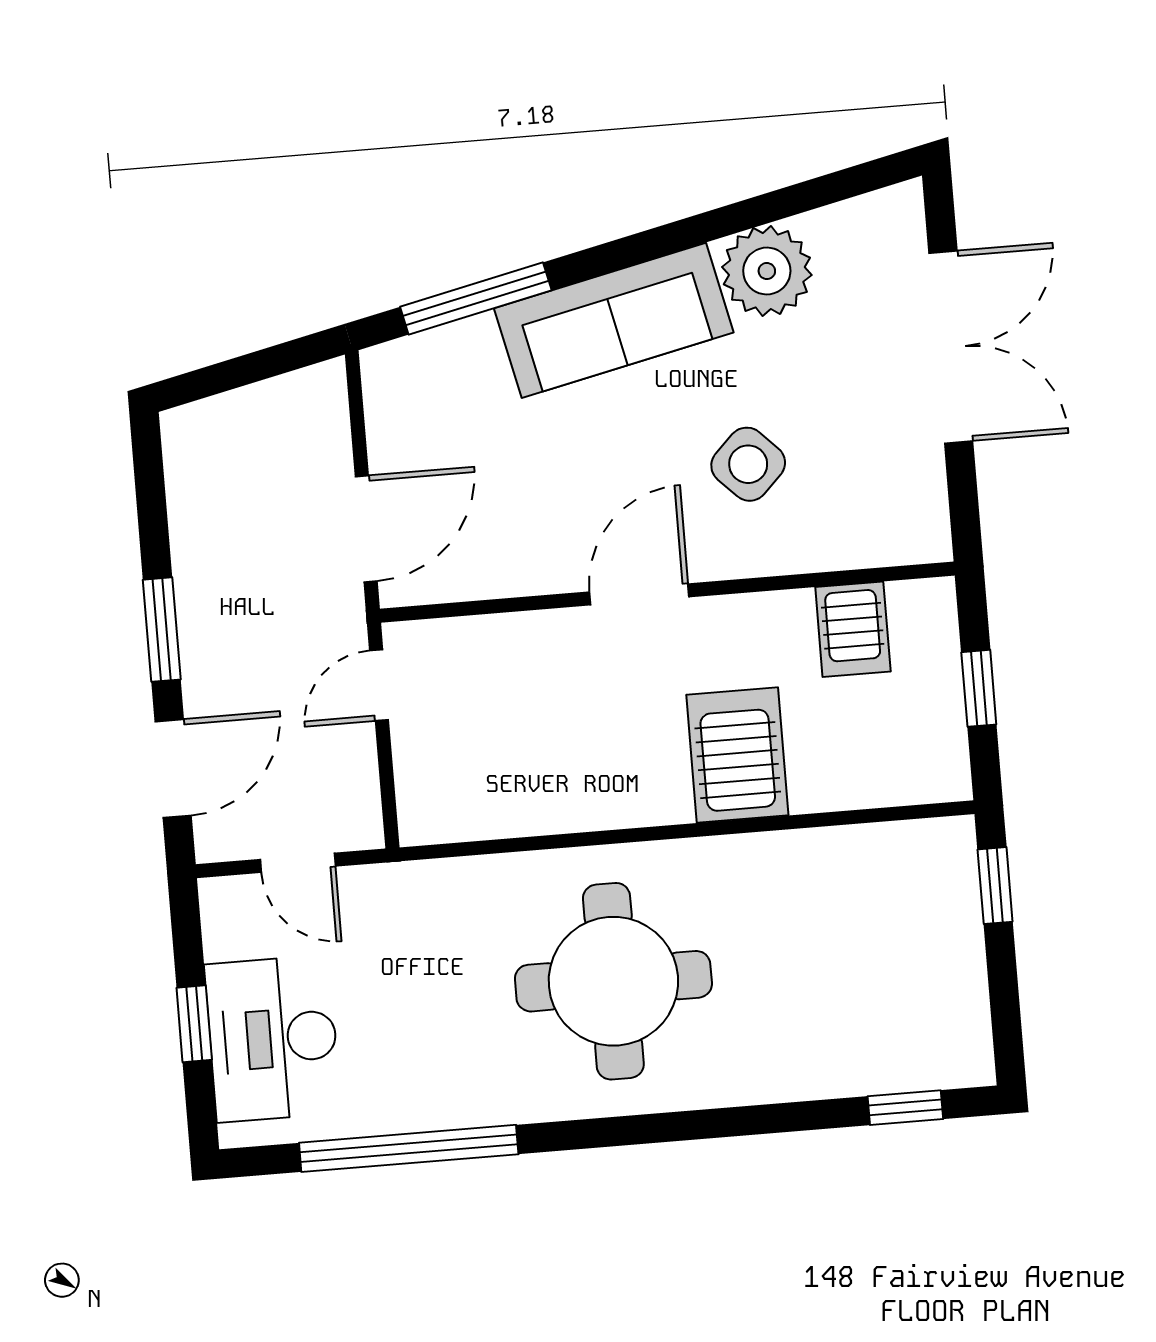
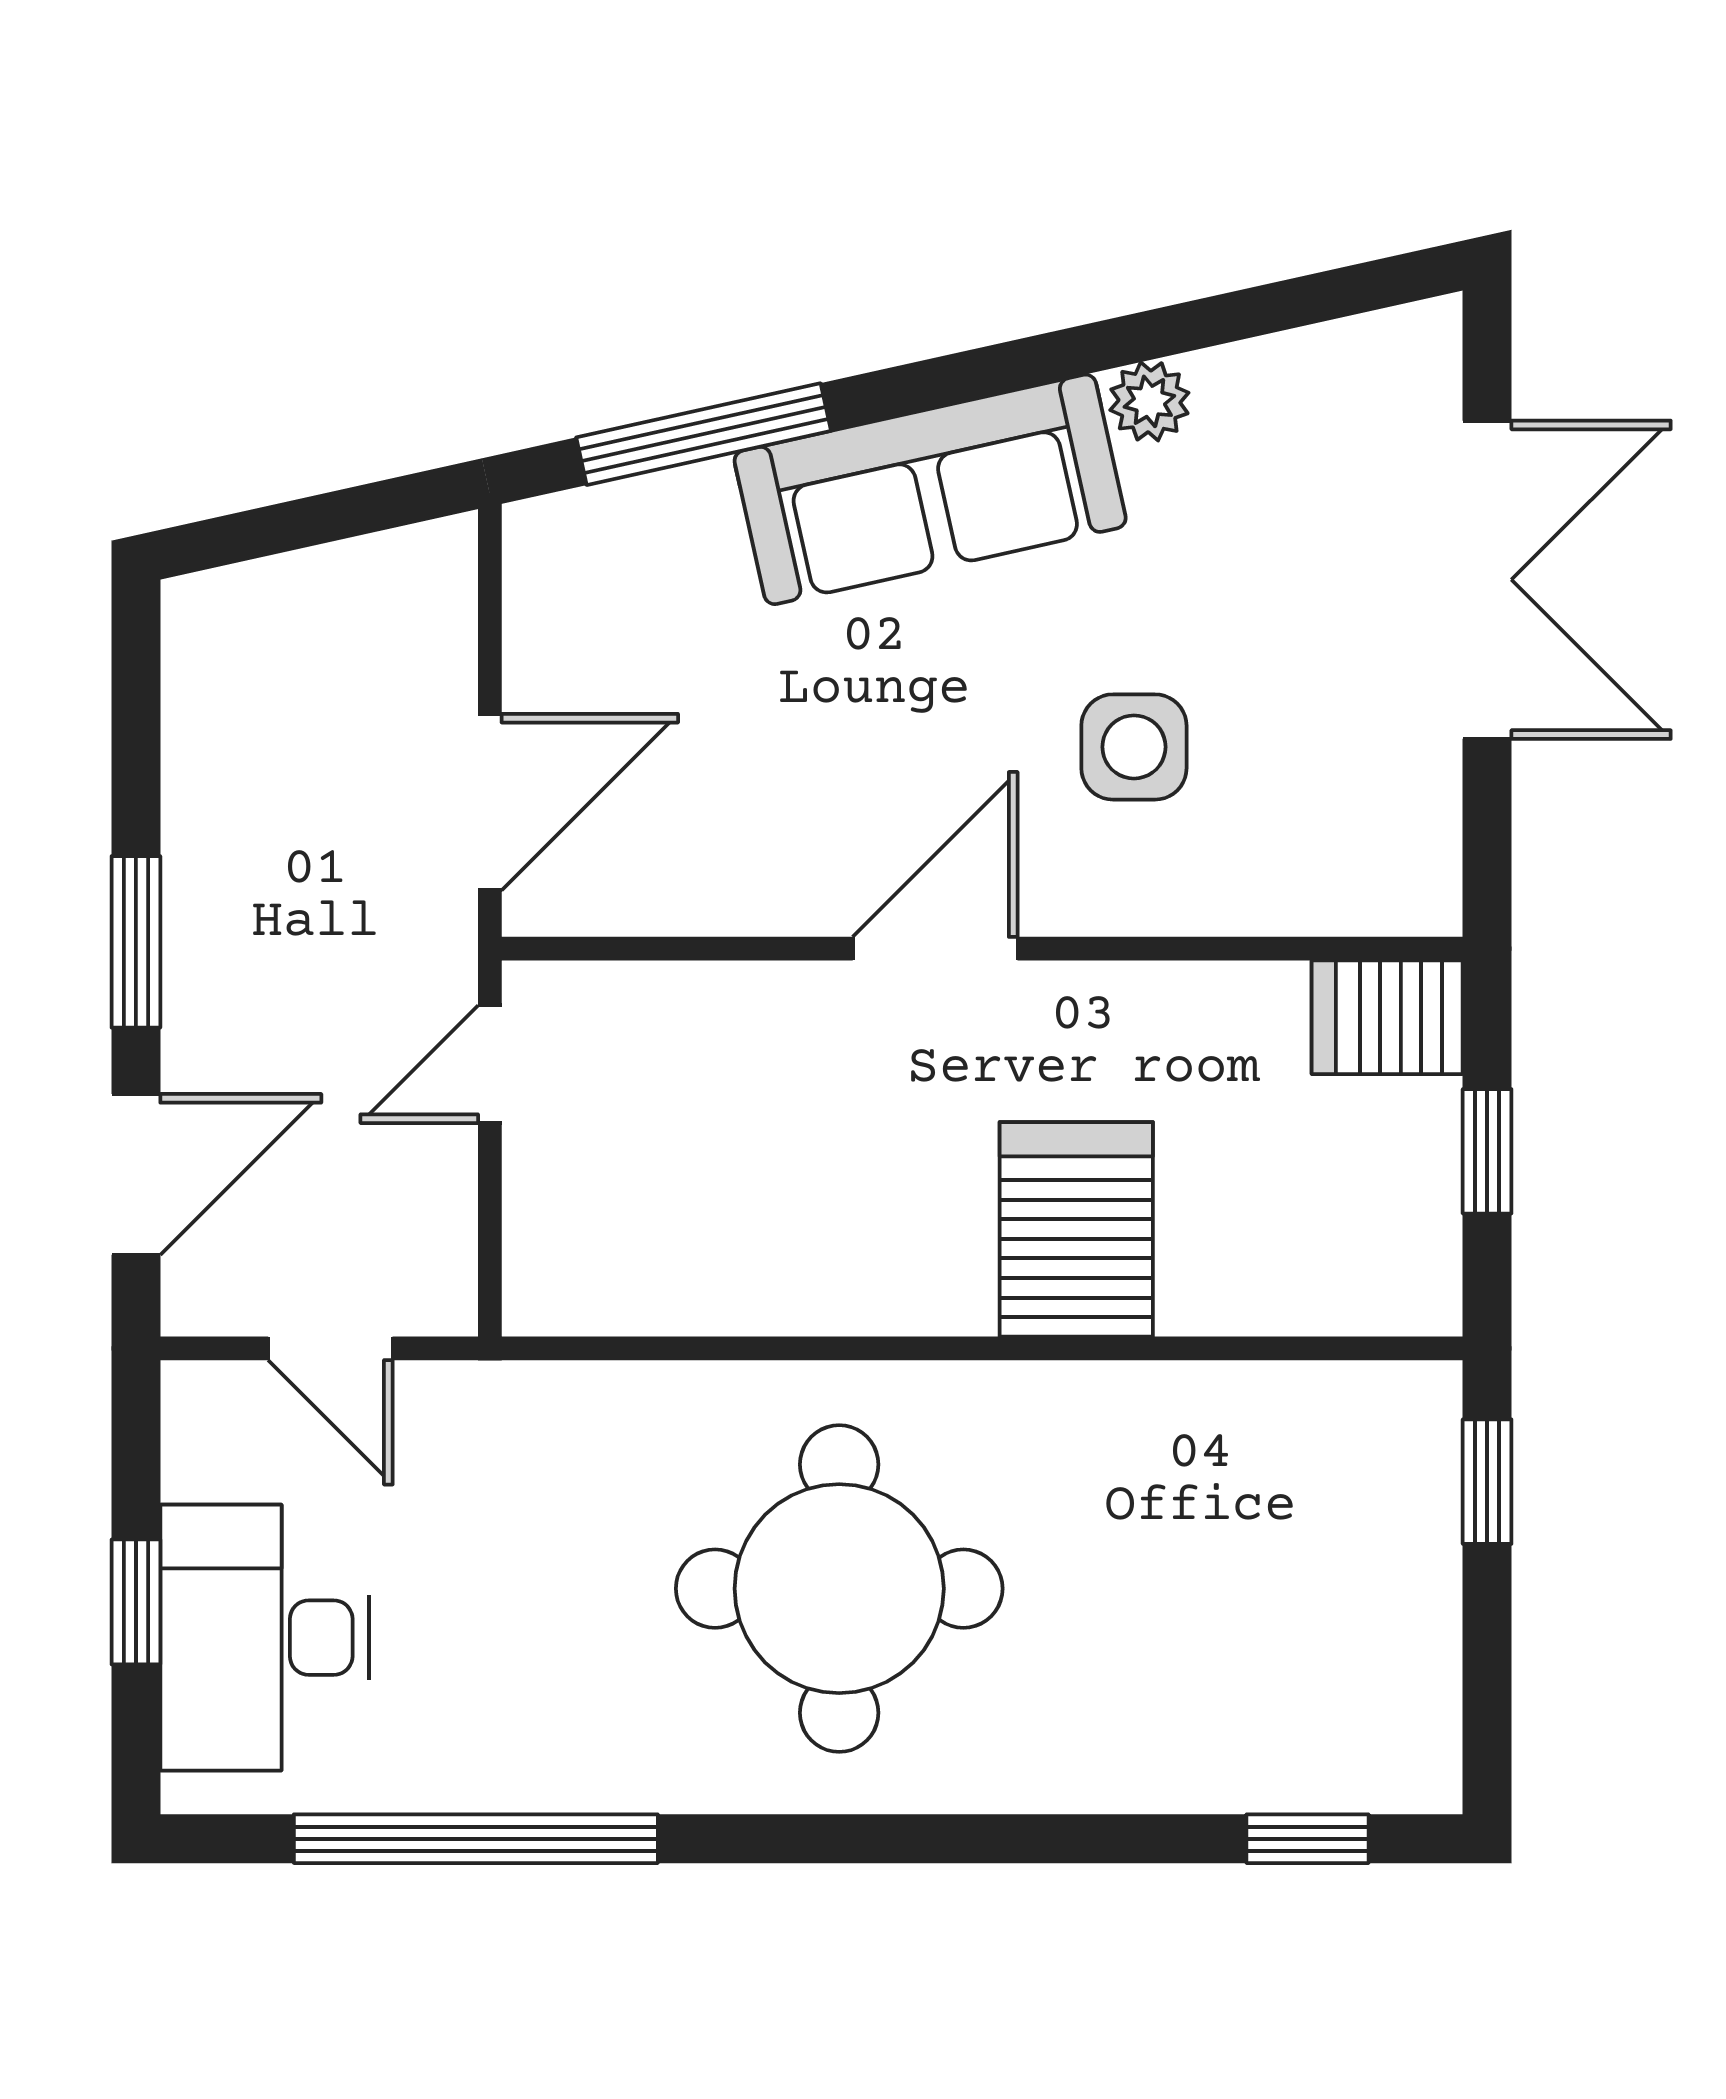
plant: (767, 271) -> (1149, 401), width x0.53, depth x0.53
side table: (748, 464) -> (1134, 747), turned 45
server rack: (853, 629) -> (1387, 1017), moved, turned 90

